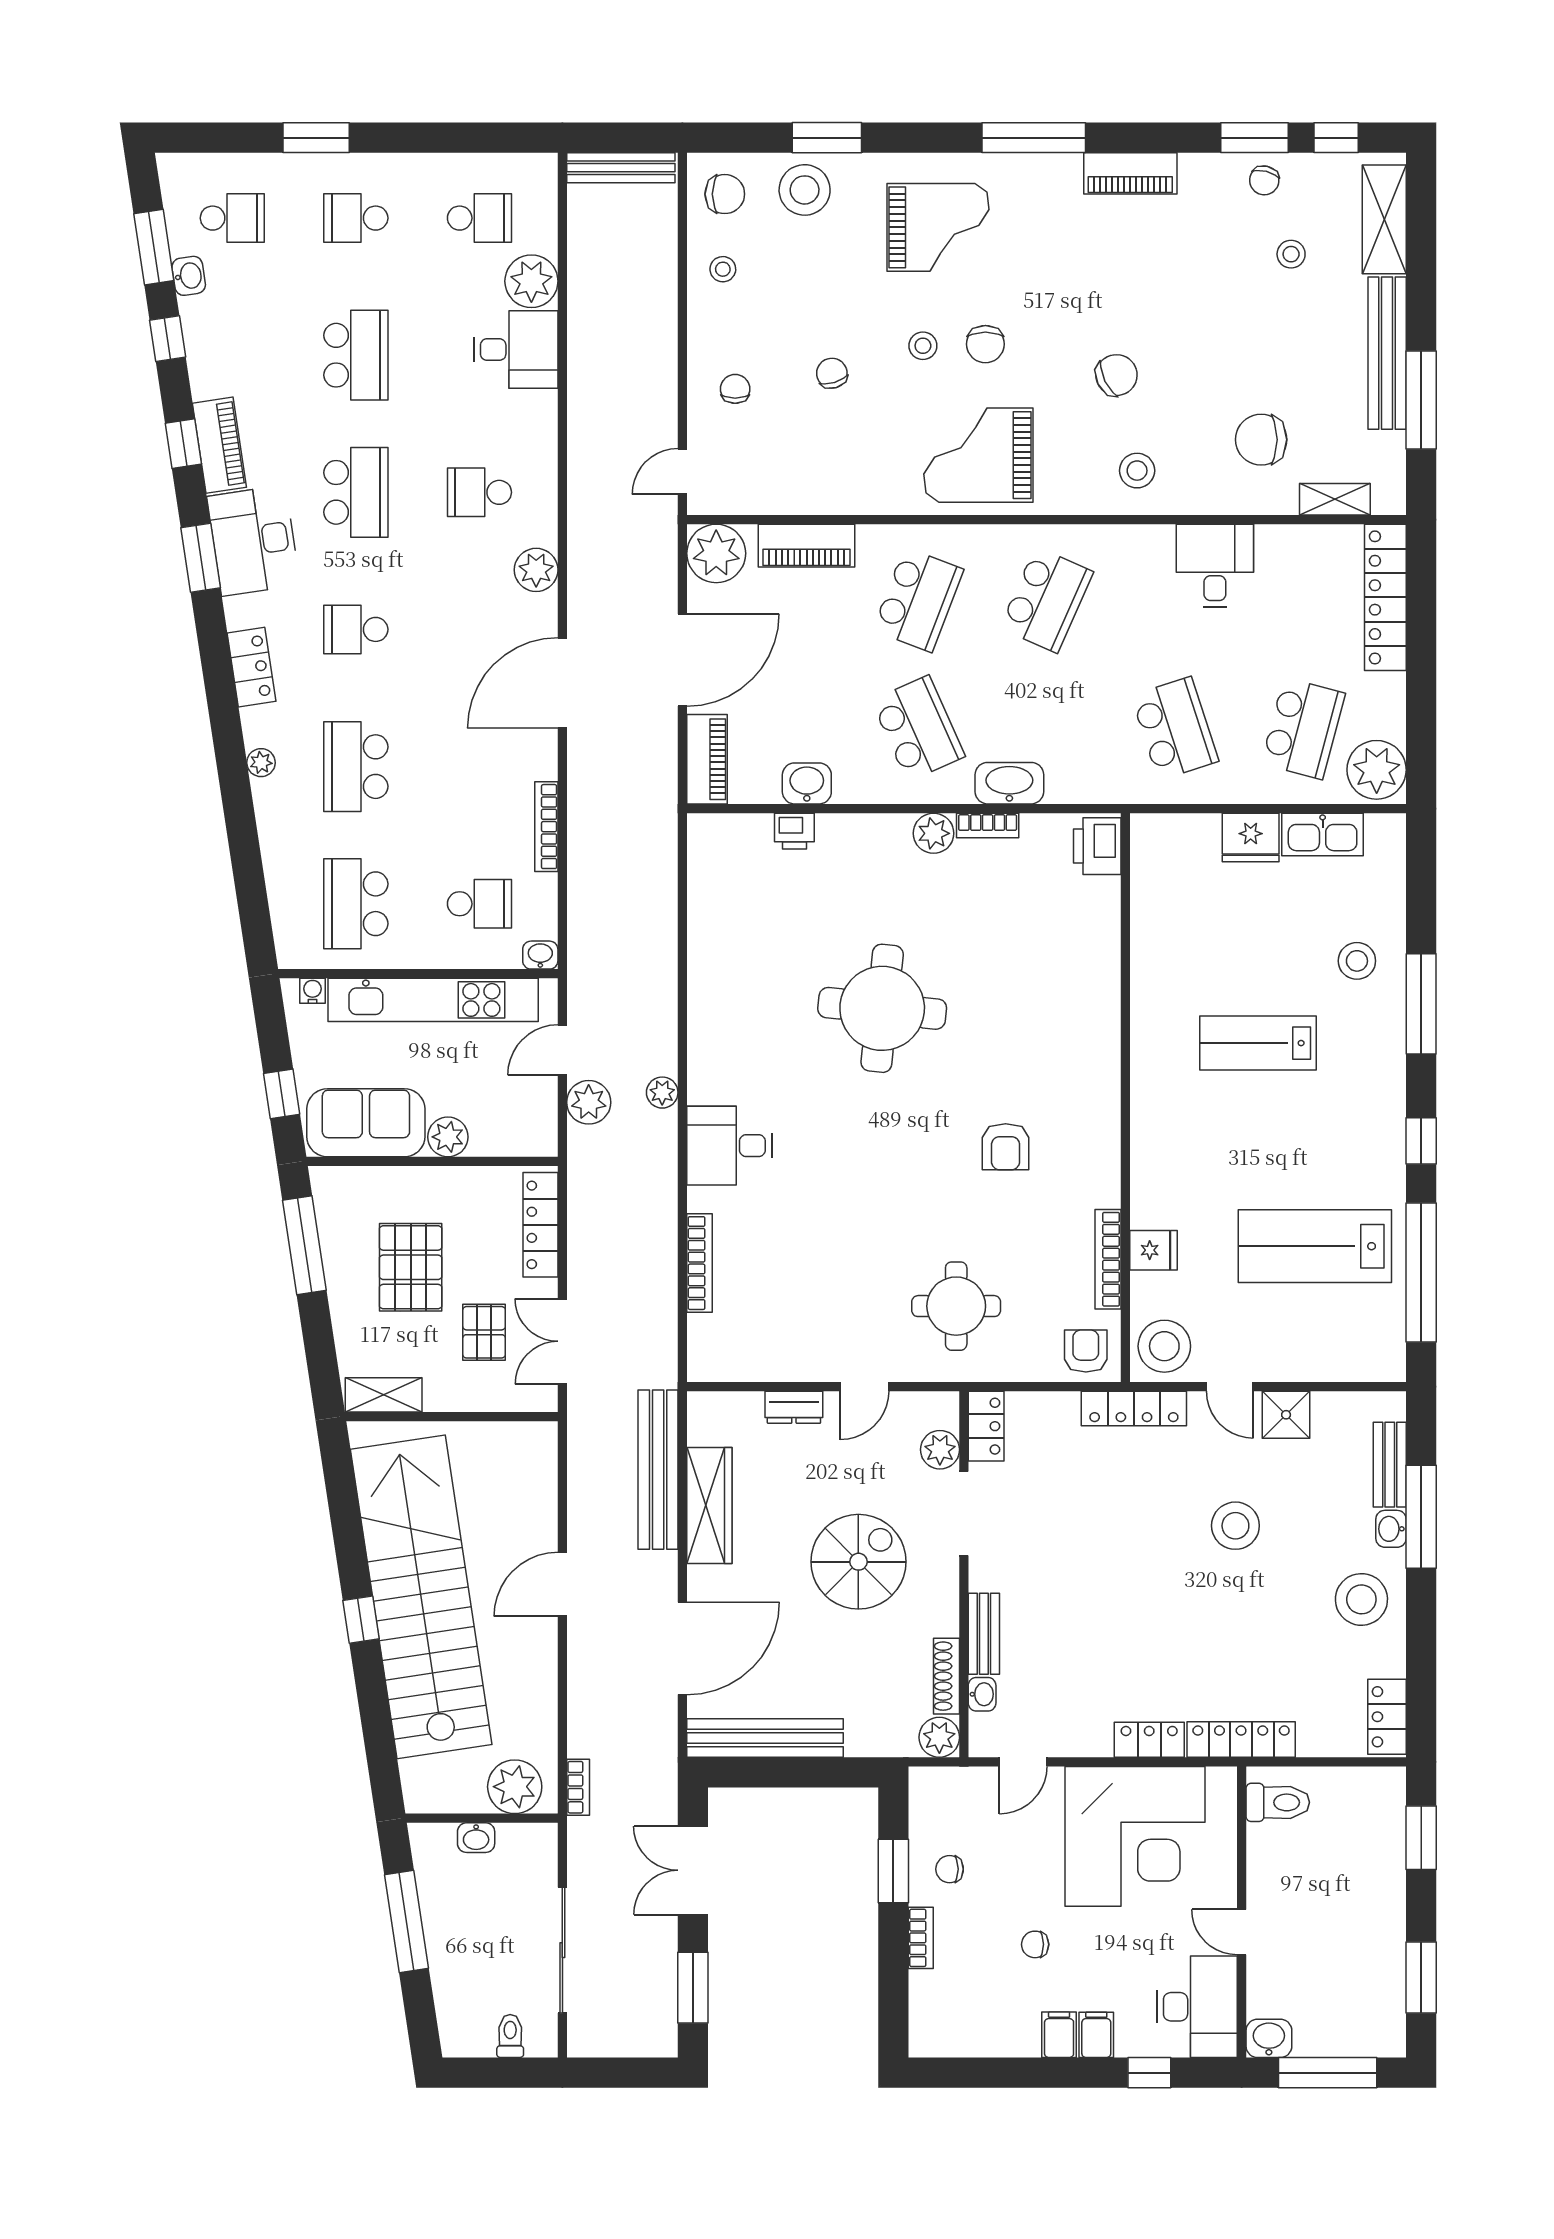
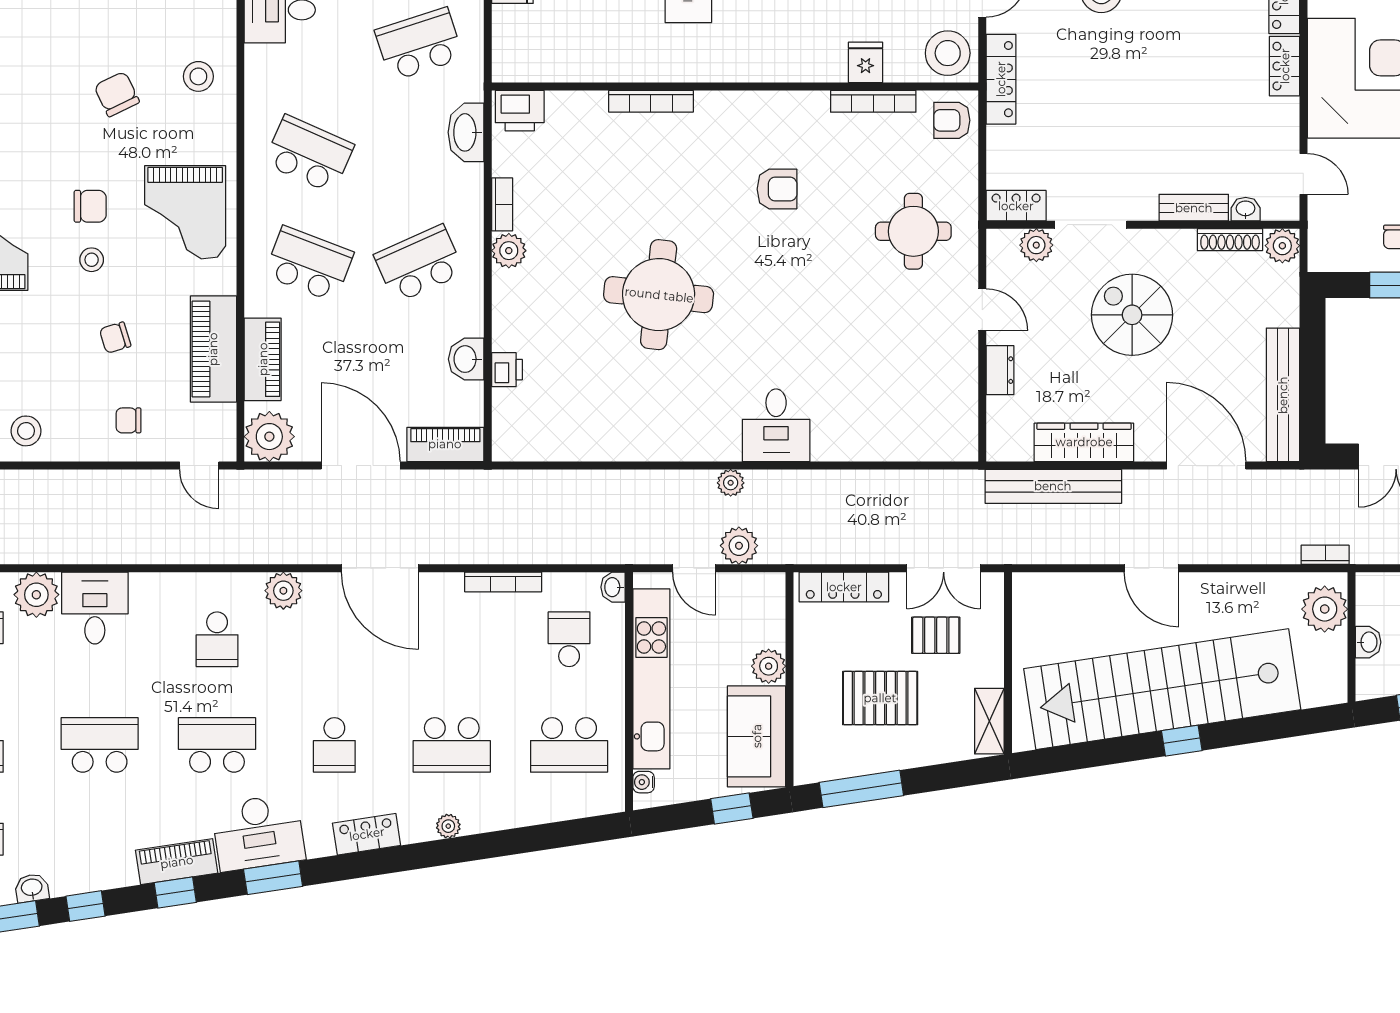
stool: (723, 269) -> (26, 431), width x1.37, depth x1.37
piano: (819, 488) -> (213, 349), added
washbasin: (1009, 783) -> (466, 132), moved
bookcase: (700, 1263) -> (651, 101), moved, turned 180

